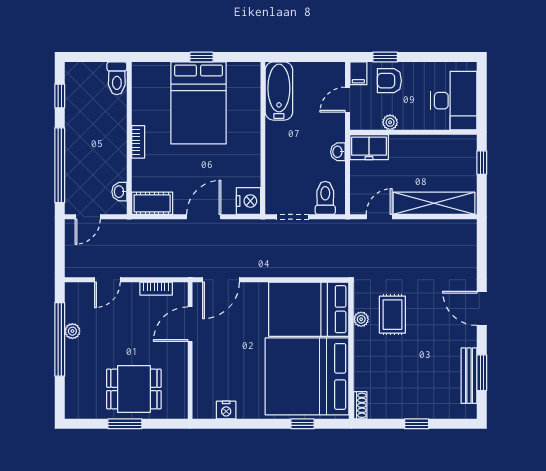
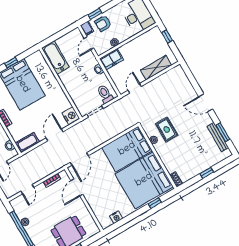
shelving: (434, 203) -> (156, 68), width x0.68

